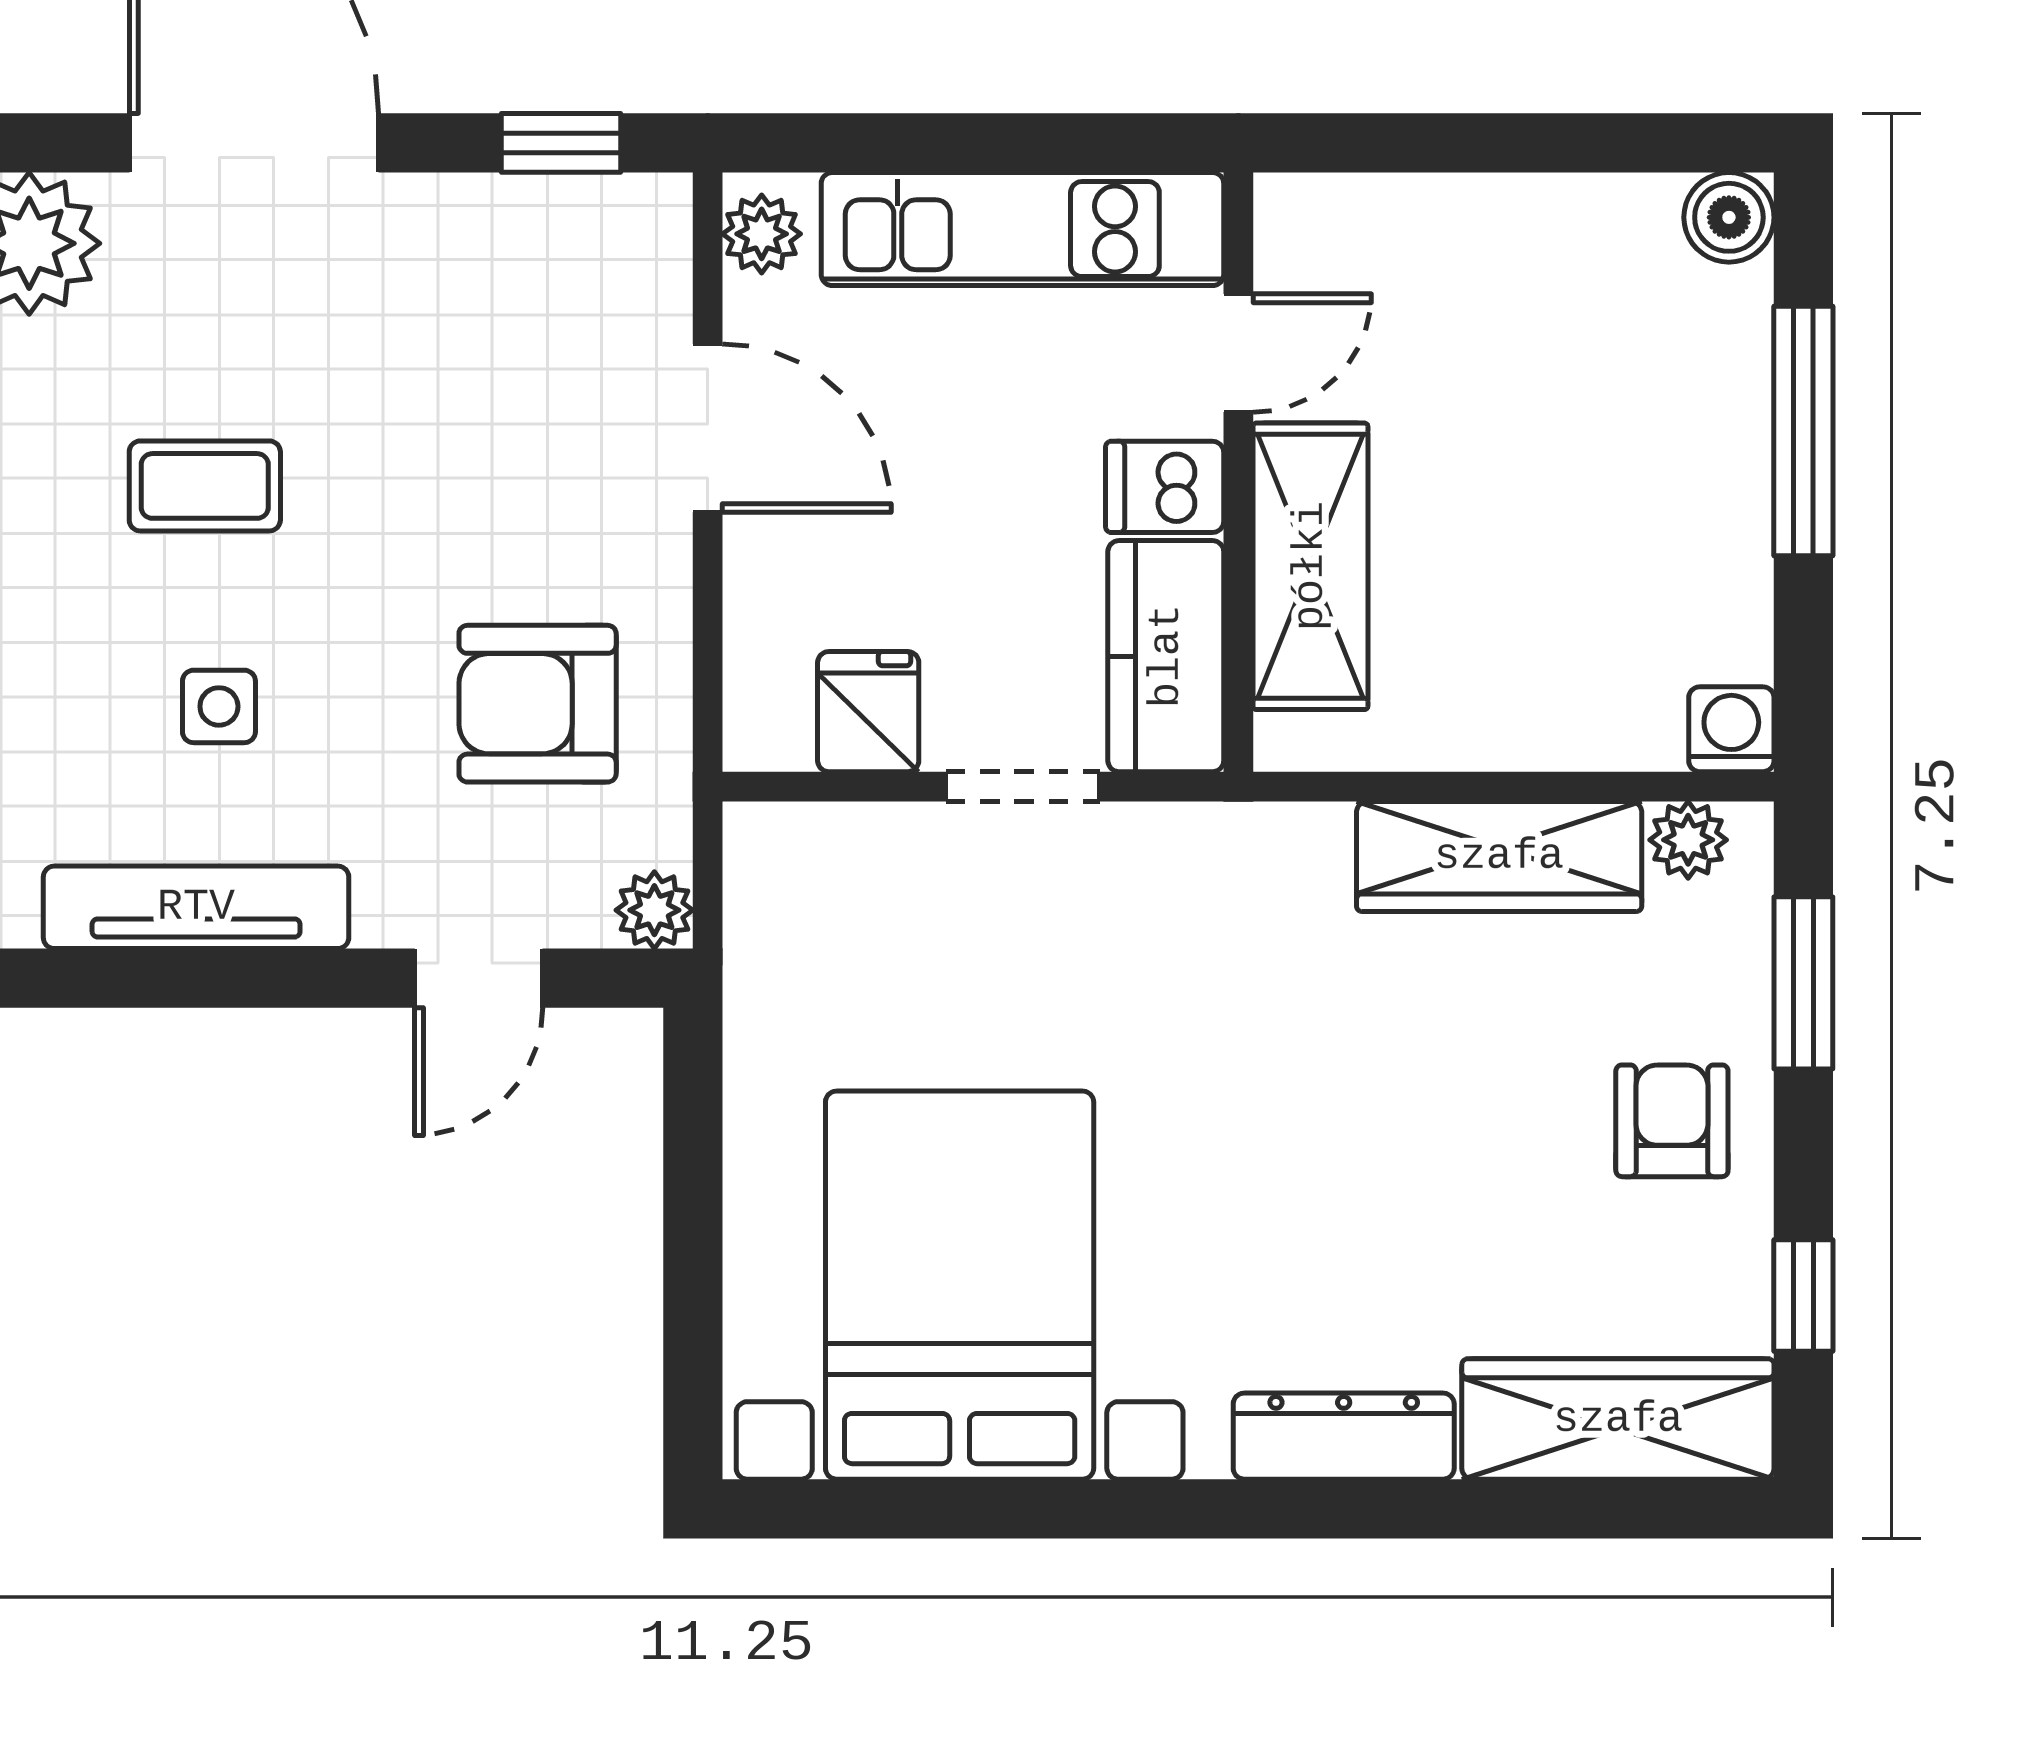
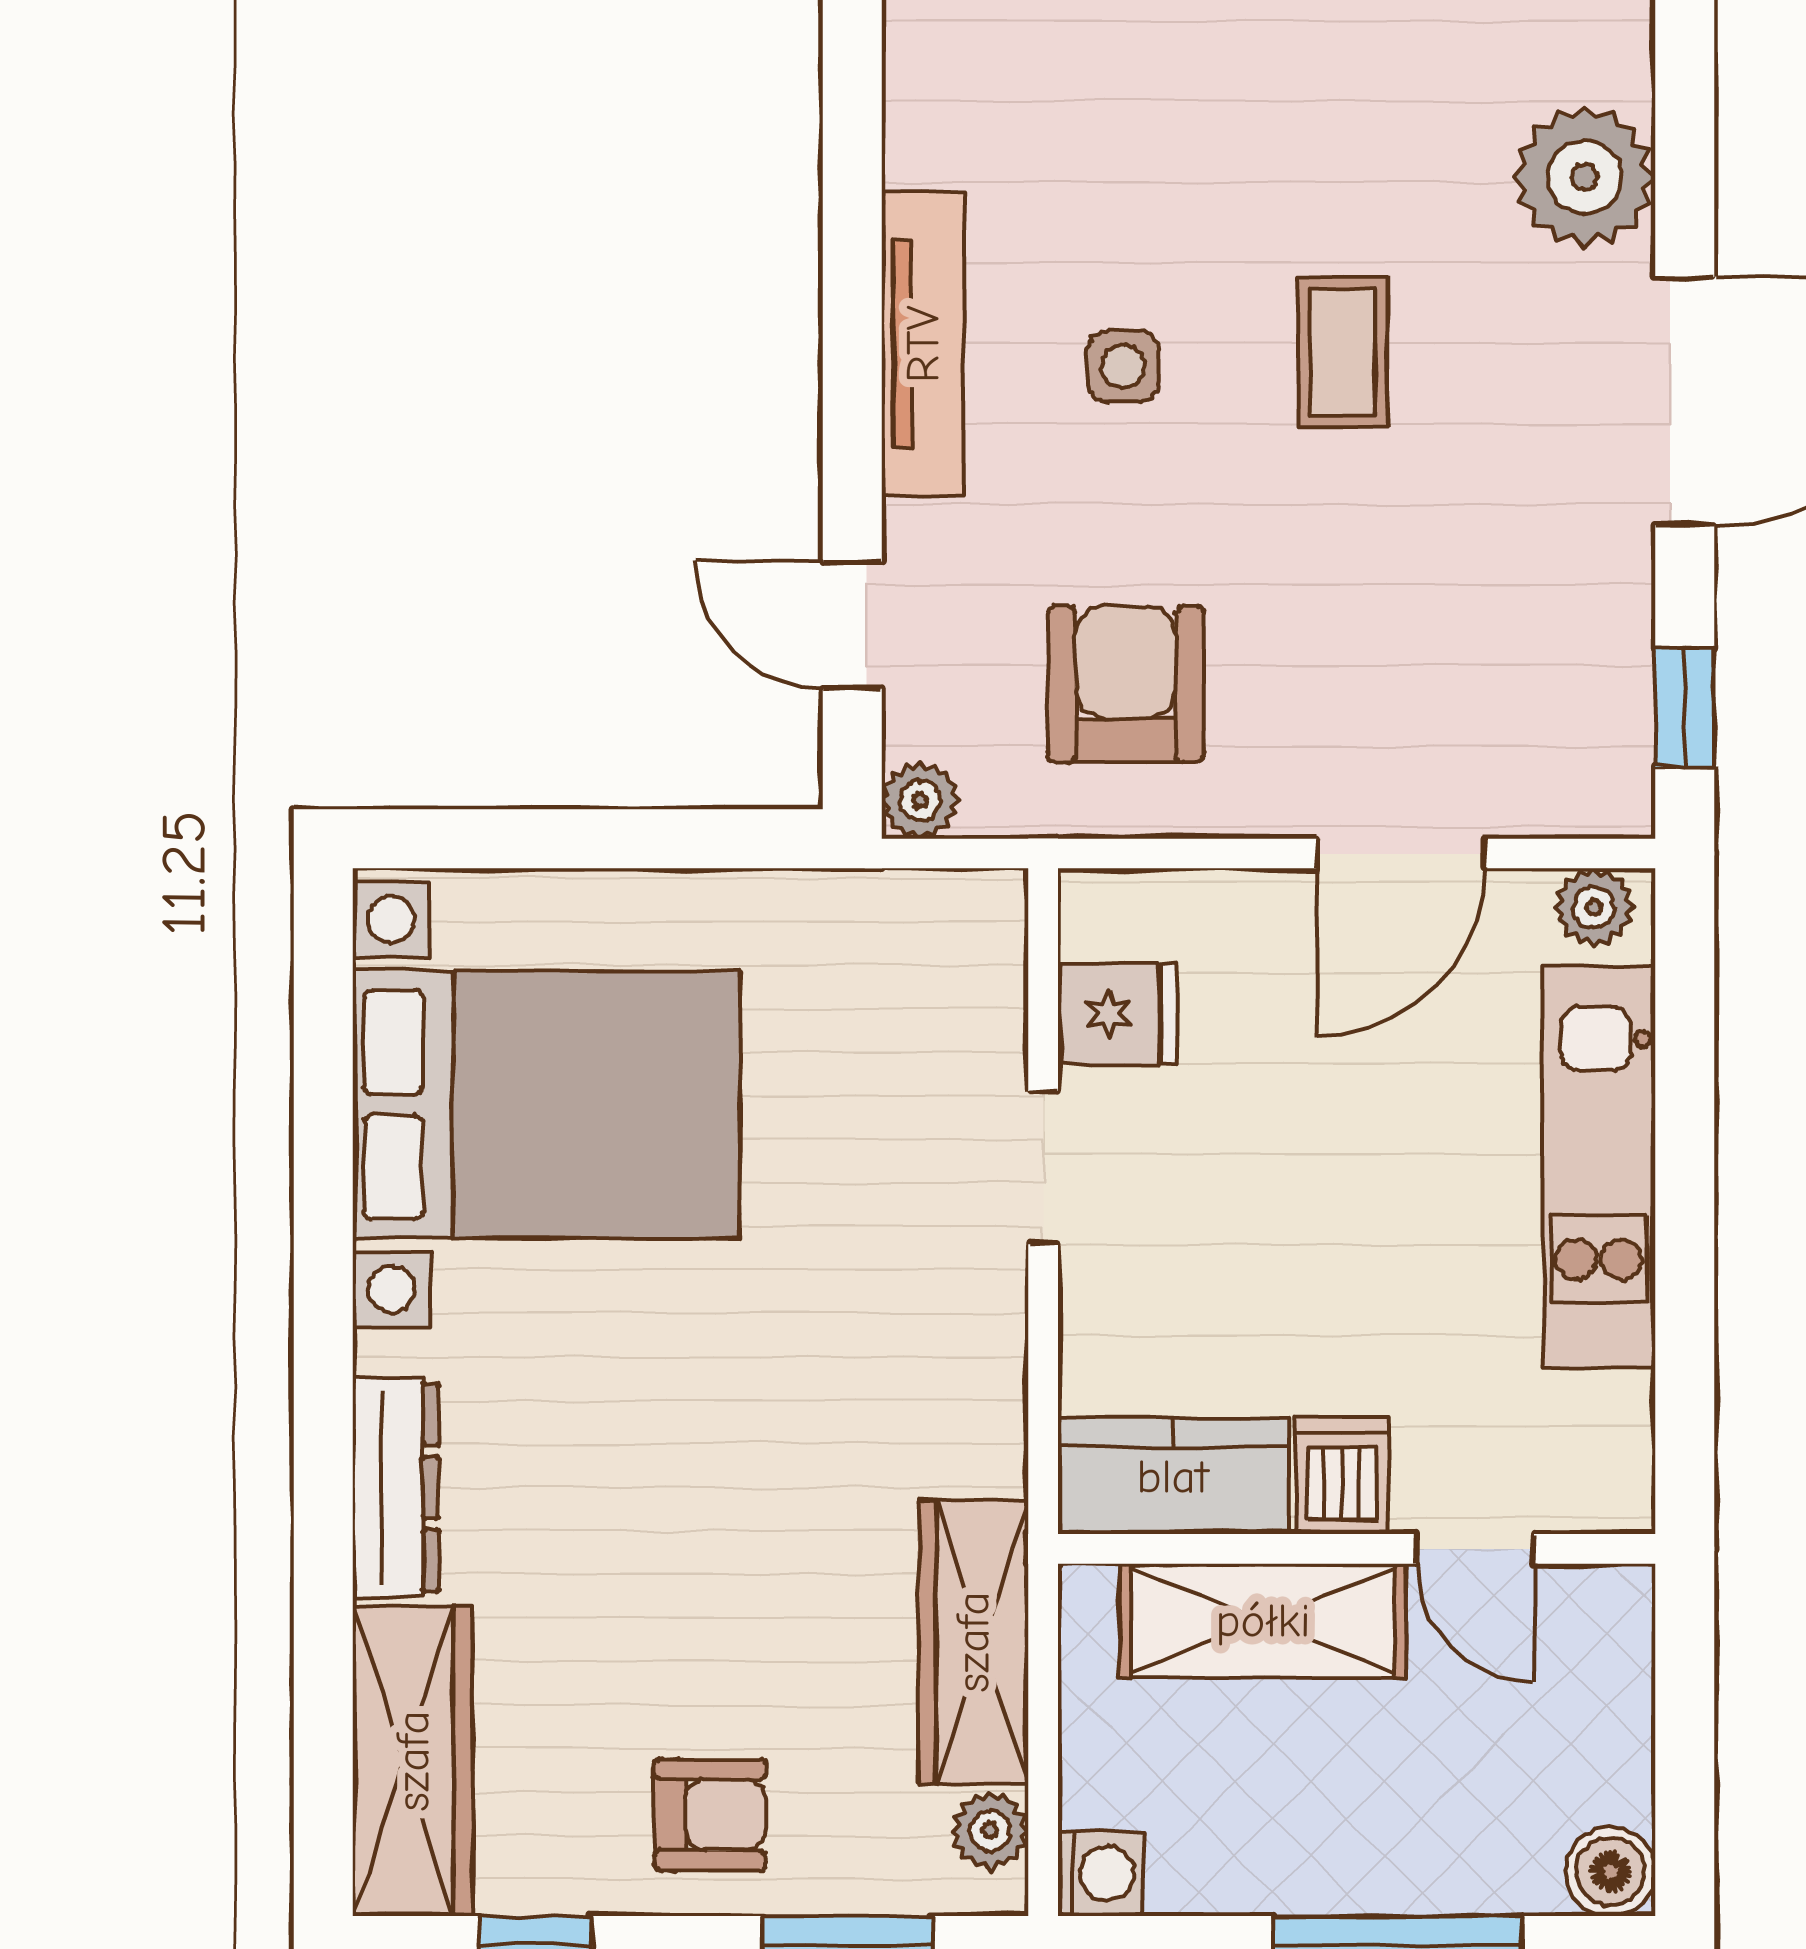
door: (1238, 353) -> (1475, 1549), moved
wall: (1238, 472) -> (1357, 1549), moved
dishwasher: (1165, 487) -> (1342, 1475), moved
shelving: (1310, 566) -> (1263, 1621), moved
kitchen counter: (1166, 656) -> (1173, 1477), moved

